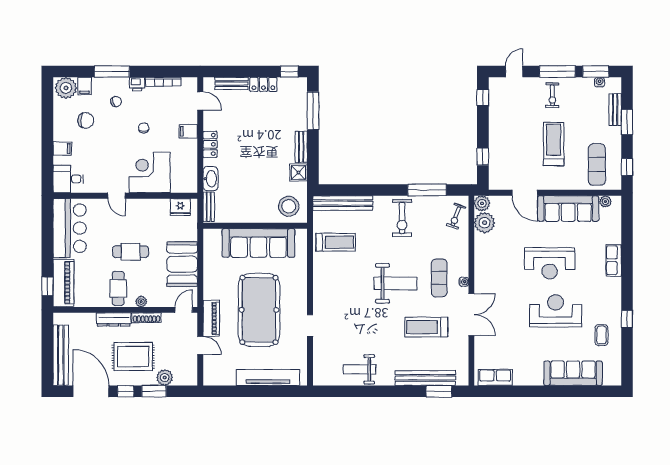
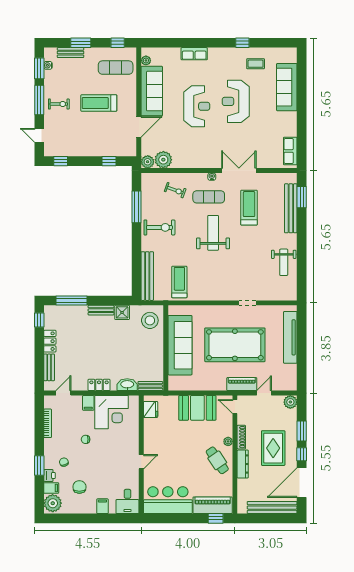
window: (112, 71) -> (39, 465), width x0.69
printer: (137, 84) -> (50, 475), moved
corner desk: (150, 172) -> (111, 412), moved, turned -90
exercise bike: (456, 216) -> (175, 190), moved
cafe table: (131, 252) -> (187, 450), removed
cafe table: (118, 288) -> (217, 460), turned 56
treadmill: (426, 327) -> (249, 208), turned 180
plant: (165, 377) -> (290, 402), moved

